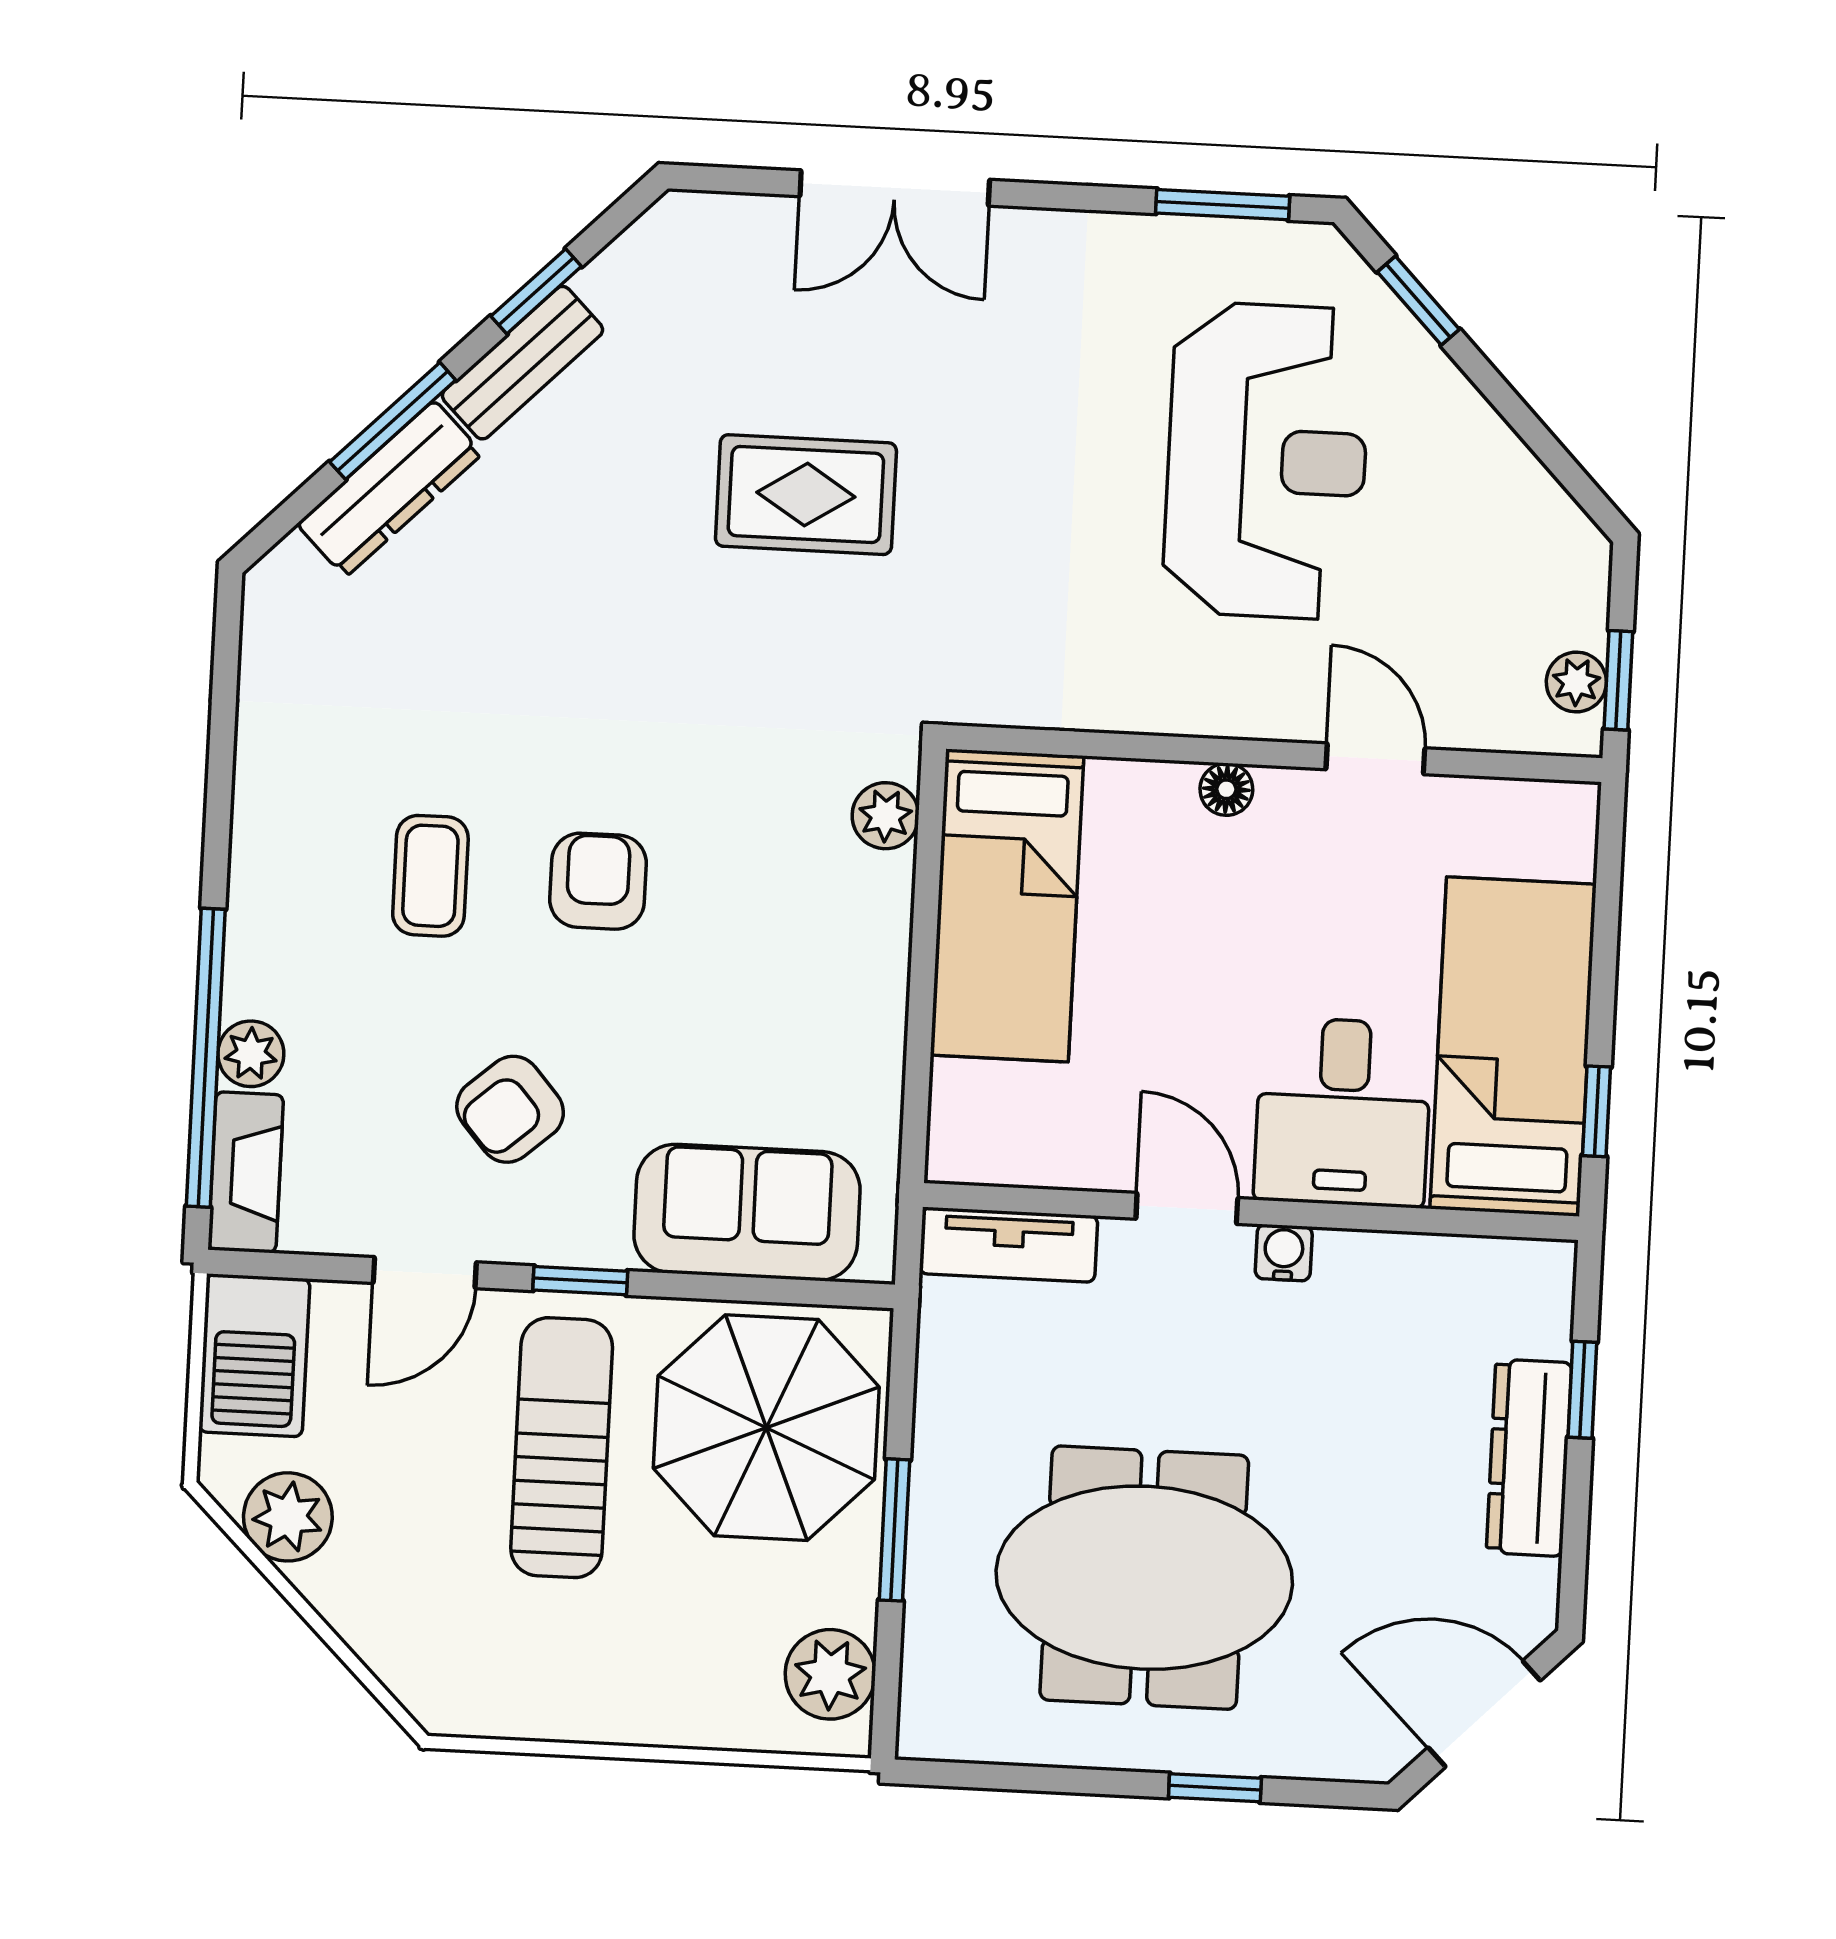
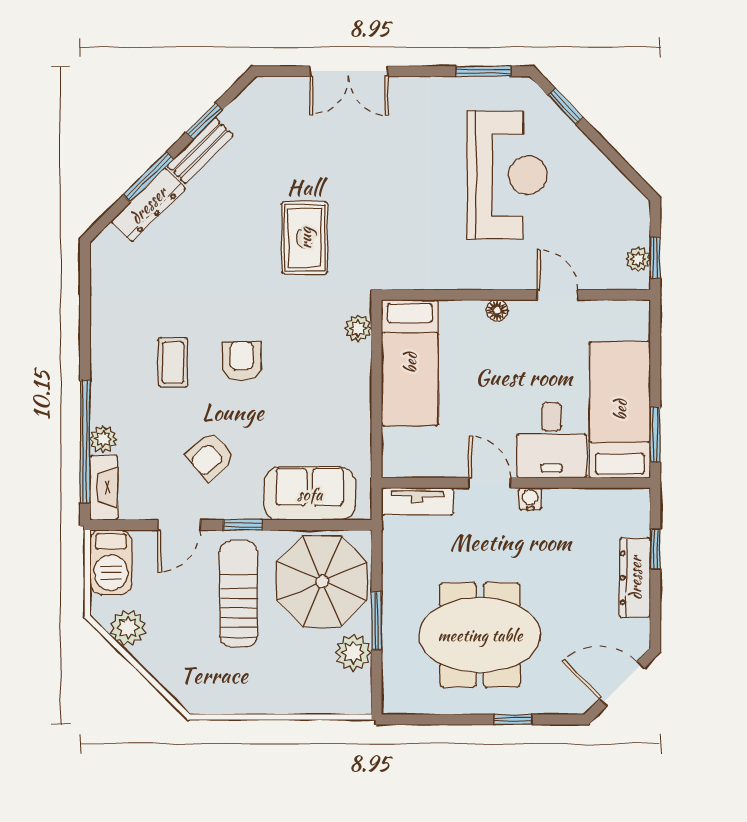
rug: (806, 495) -> (305, 238), moved, turned 90
window: (1597, 1111) -> (655, 435), width x1.50
plant: (830, 1674) -> (353, 653), moved

